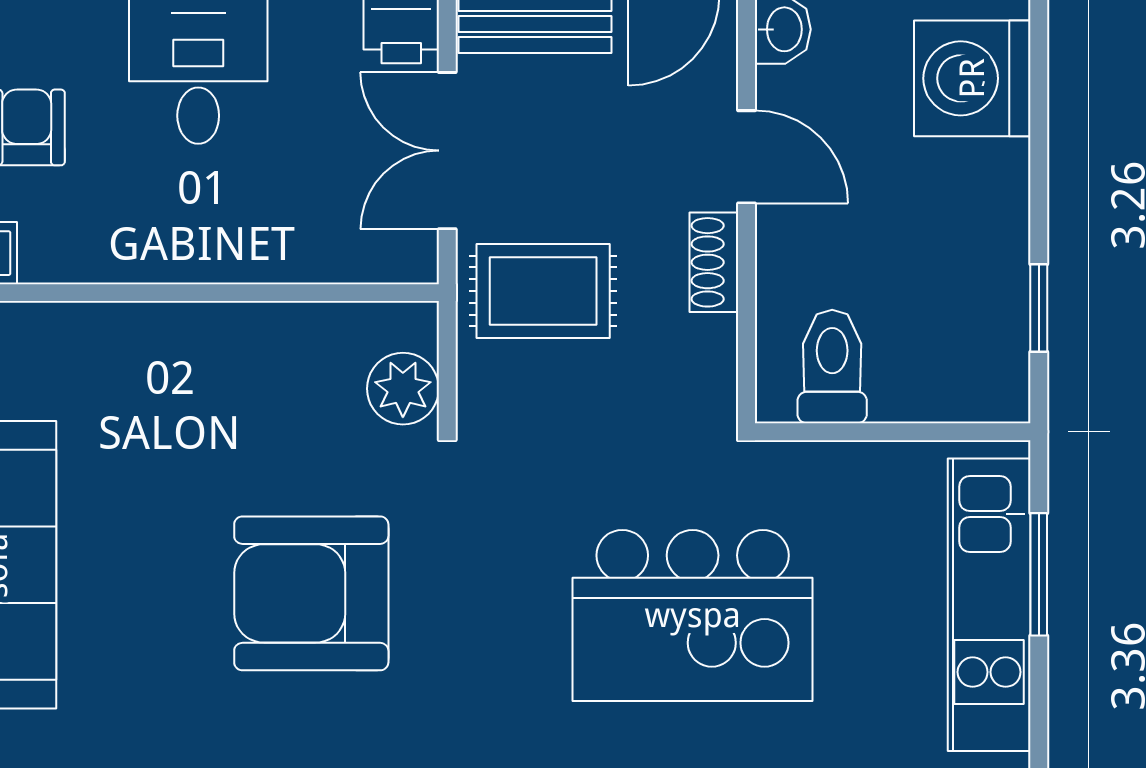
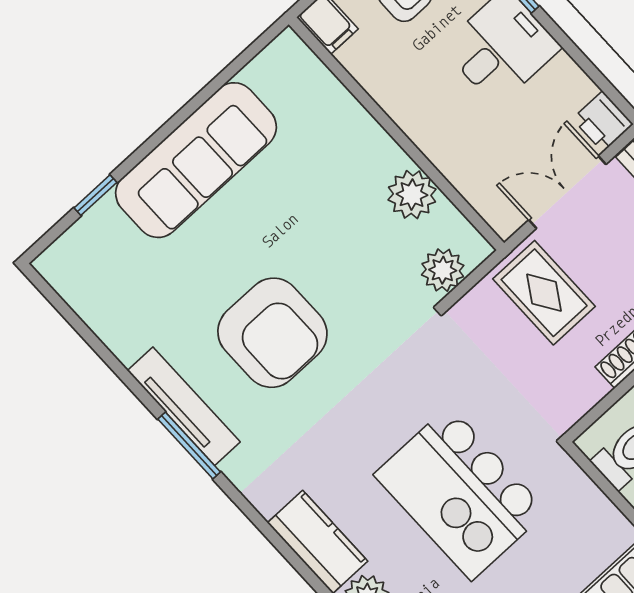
plant: (277, 342) -> (412, 195), added
armchair: (311, 593) -> (272, 333), moved, turned 180

